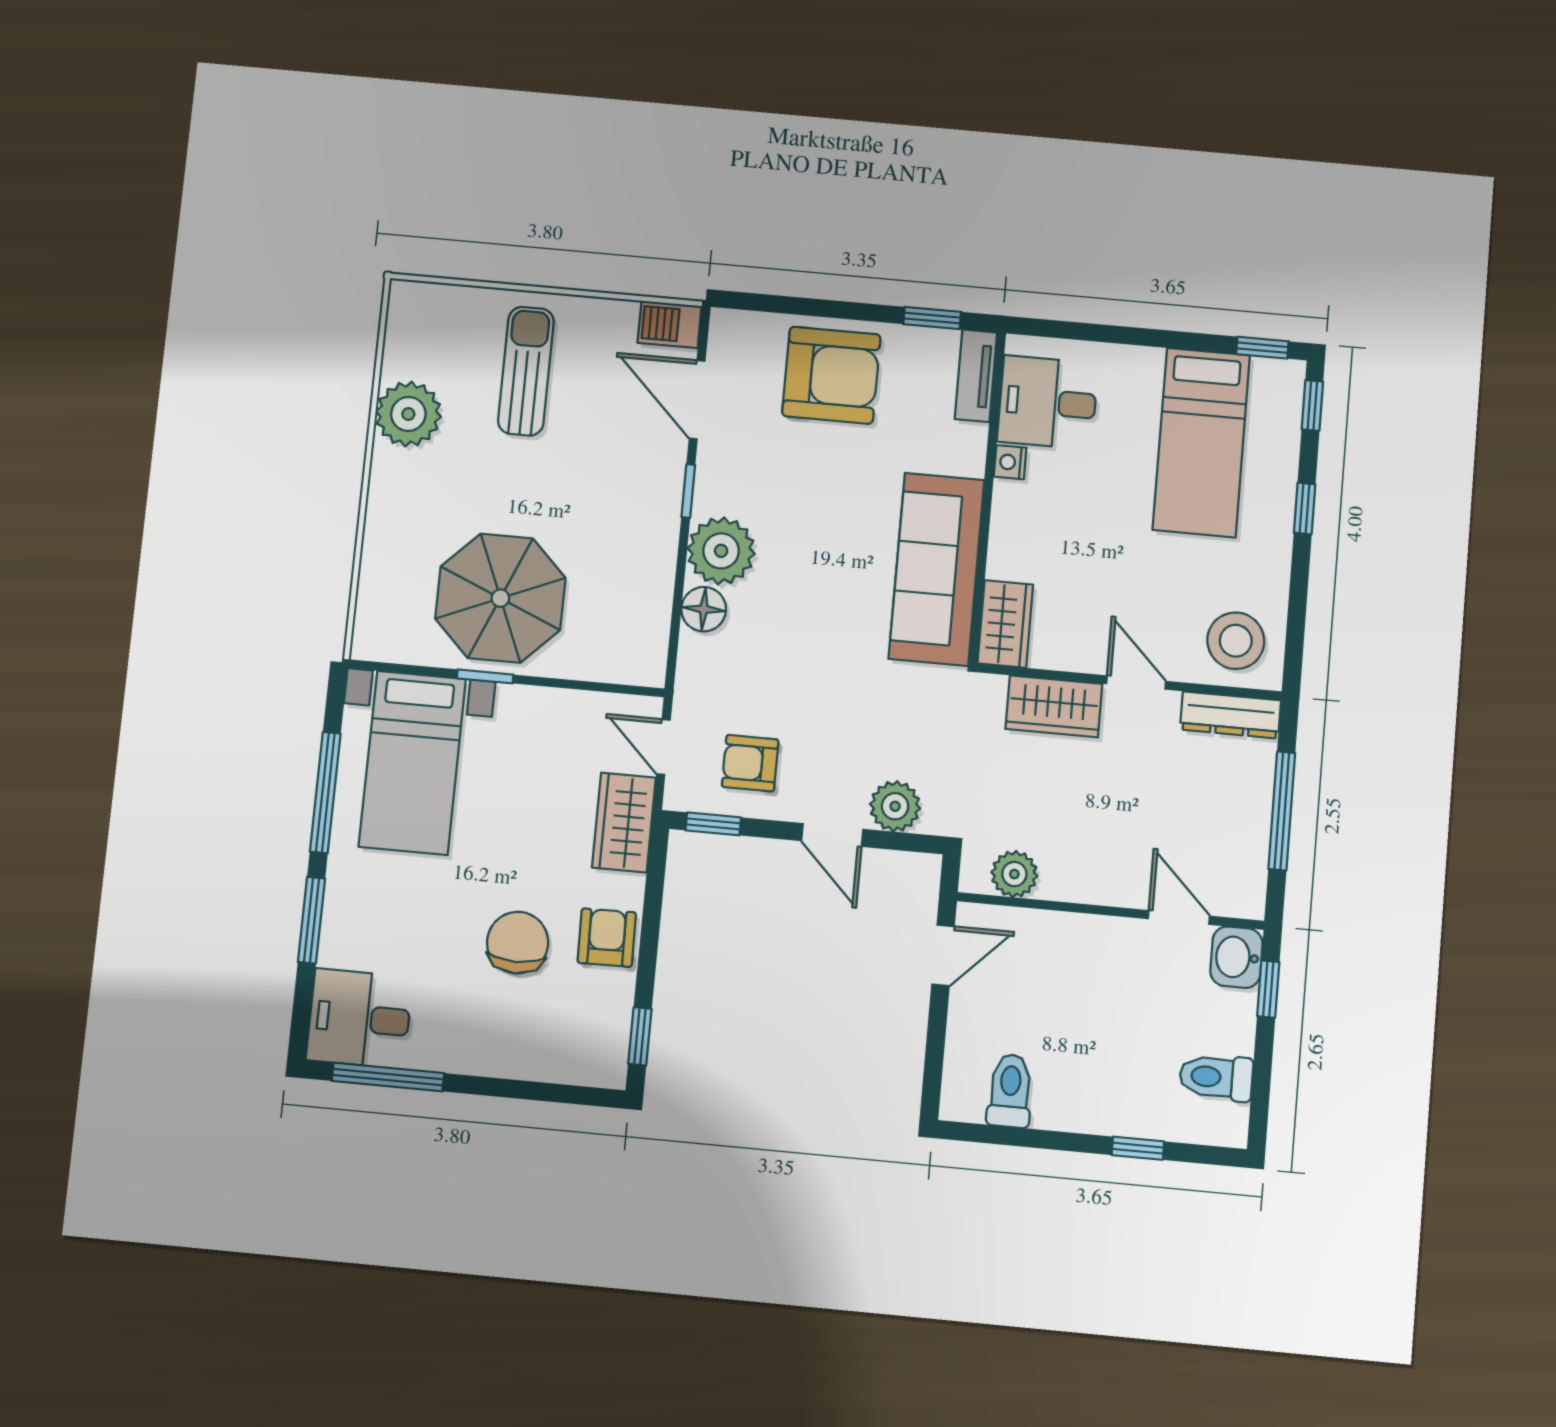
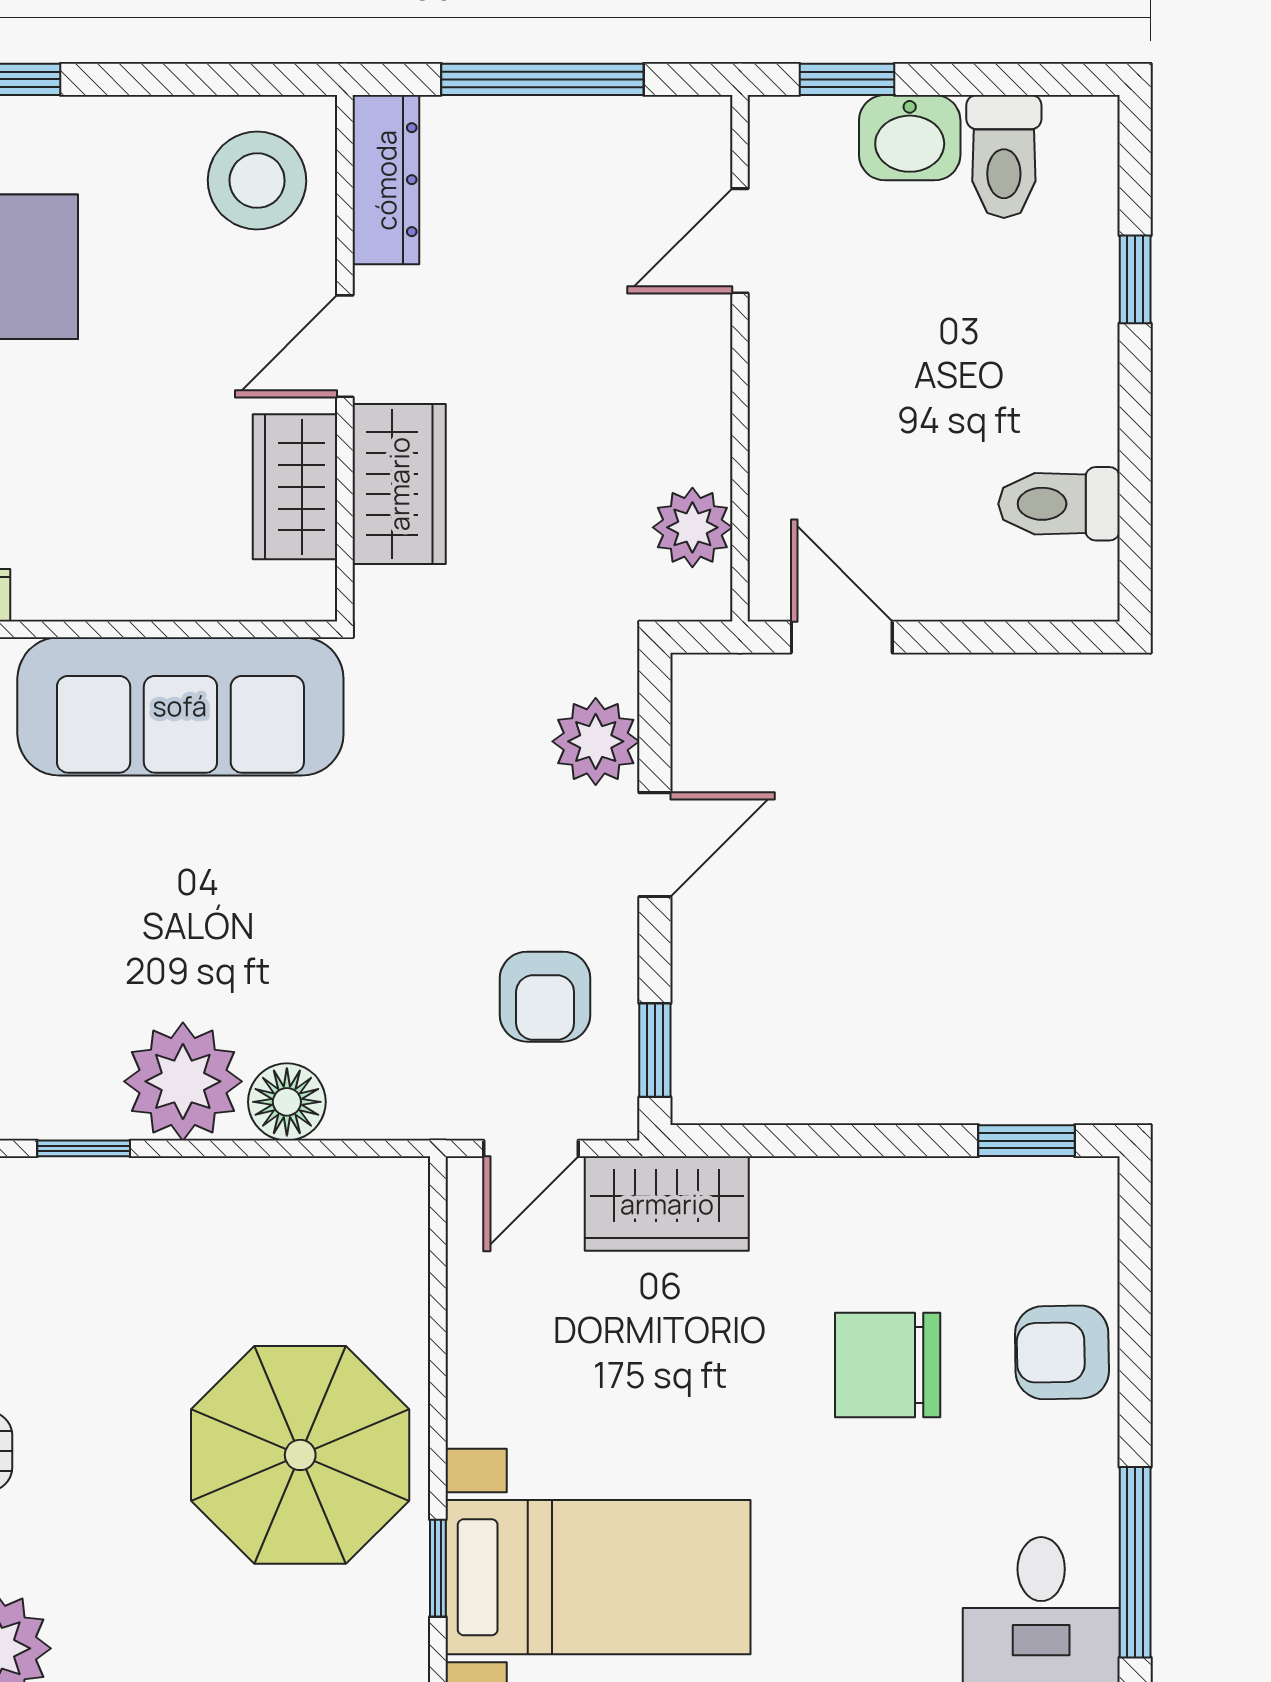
wardrobe: (1005, 624) -> (295, 487), moved, turned -90
window: (485, 676) -> (438, 1568), moved
armchair: (607, 938) -> (1062, 1352), moved
washbasin: (1236, 957) -> (910, 138), moved

